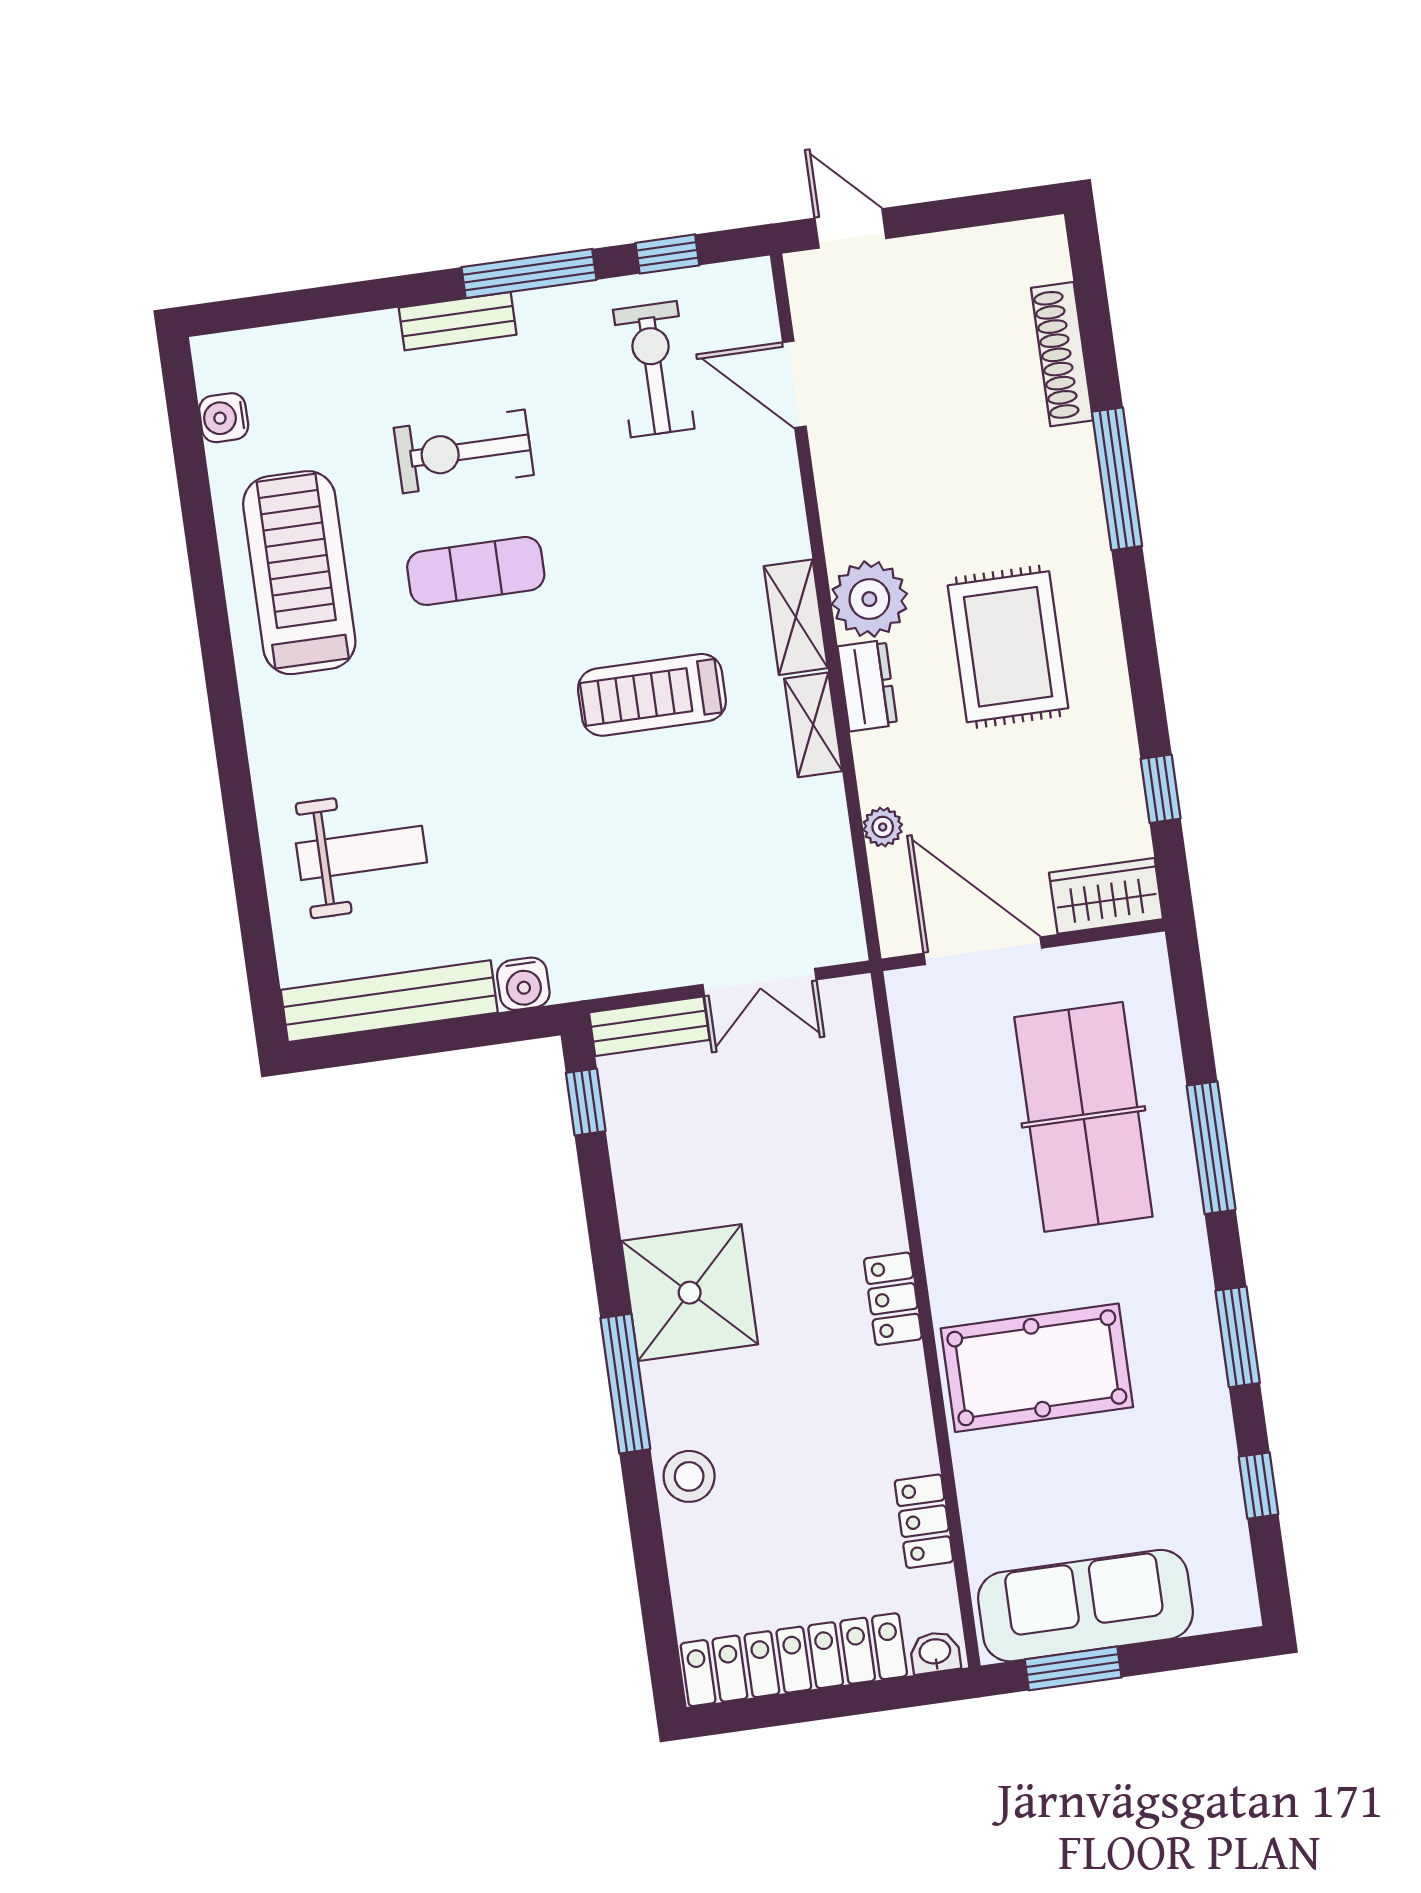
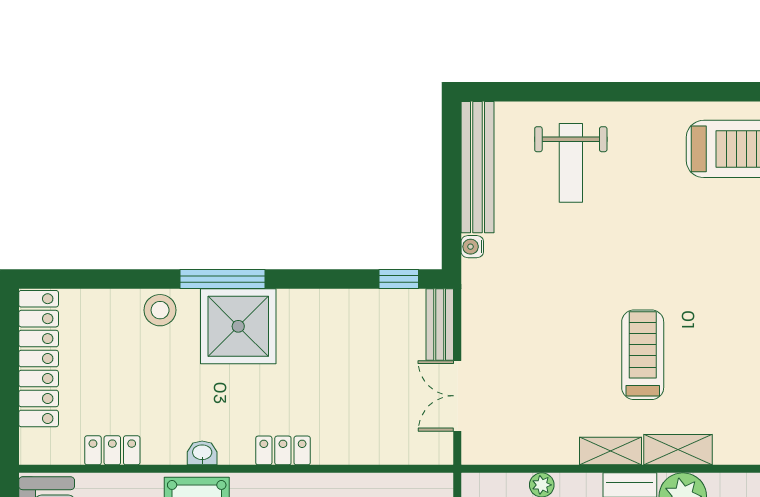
exercise mat: (476, 571) -> (734, 257), removed
water cooler: (523, 984) -> (472, 247), width x0.72, depth x0.72
shower: (690, 1293) -> (238, 326), moved
locker: (893, 1299) -> (283, 450), moved
washbasin: (935, 1652) -> (202, 453), moved, turned -90

